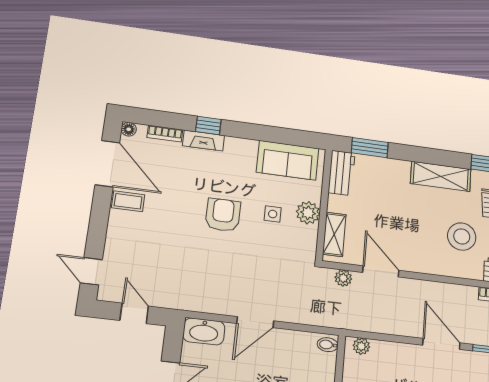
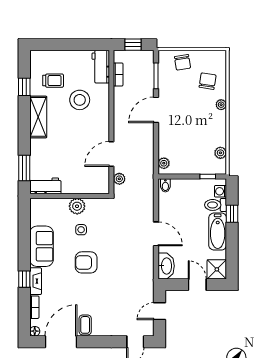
sofa: (288, 160) -> (41, 246), moved
shelving: (334, 234) -> (90, 187), removed

